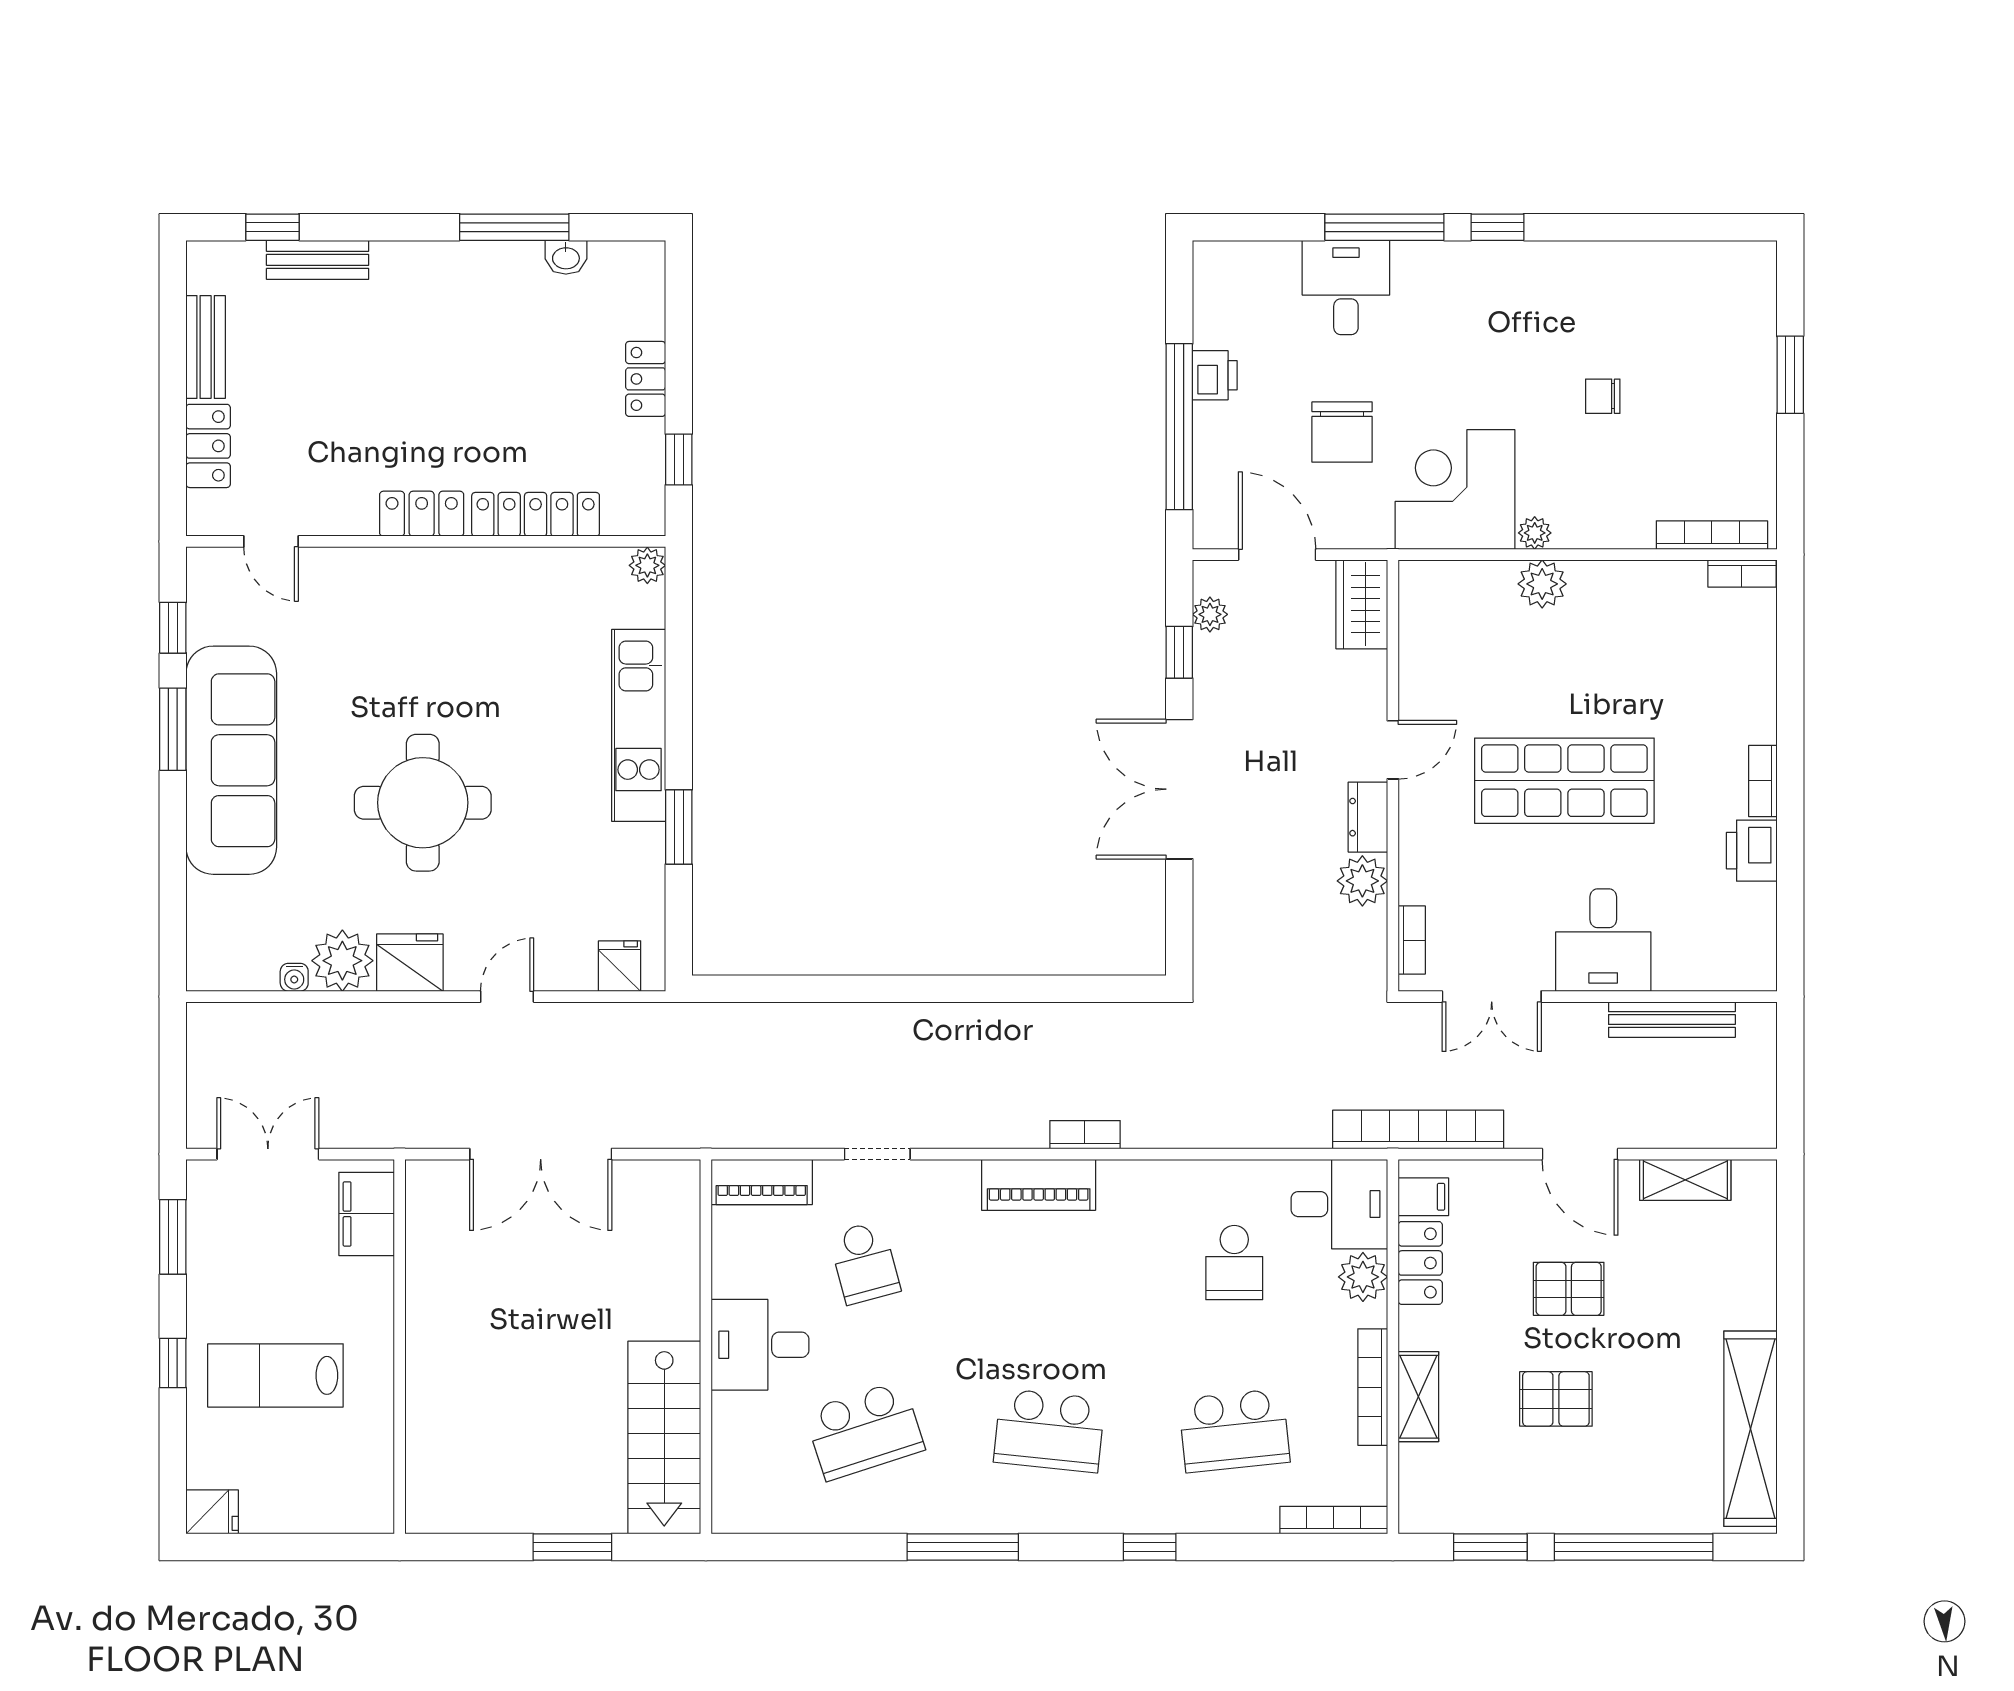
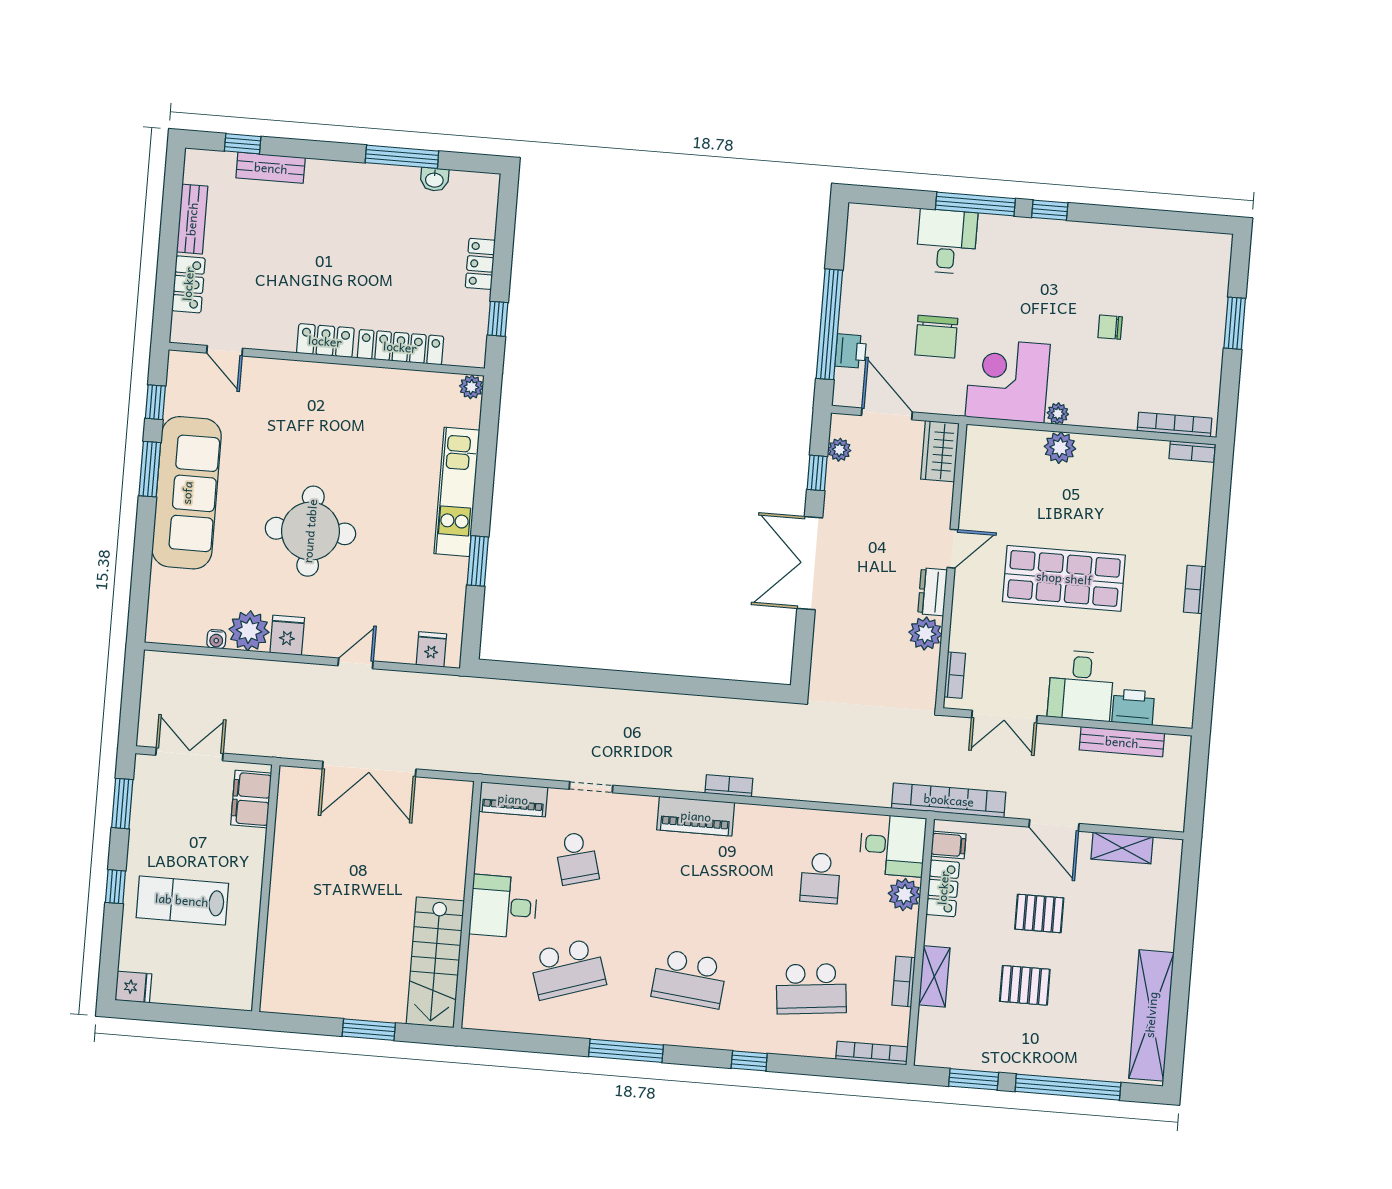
printer: (1215, 375) -> (851, 351), moved
printer: (1752, 851) -> (1133, 707), moved, turned 90
fridge: (410, 963) -> (287, 635), width x0.72
bookcase: (1373, 1387) -> (904, 981), width x0.64

